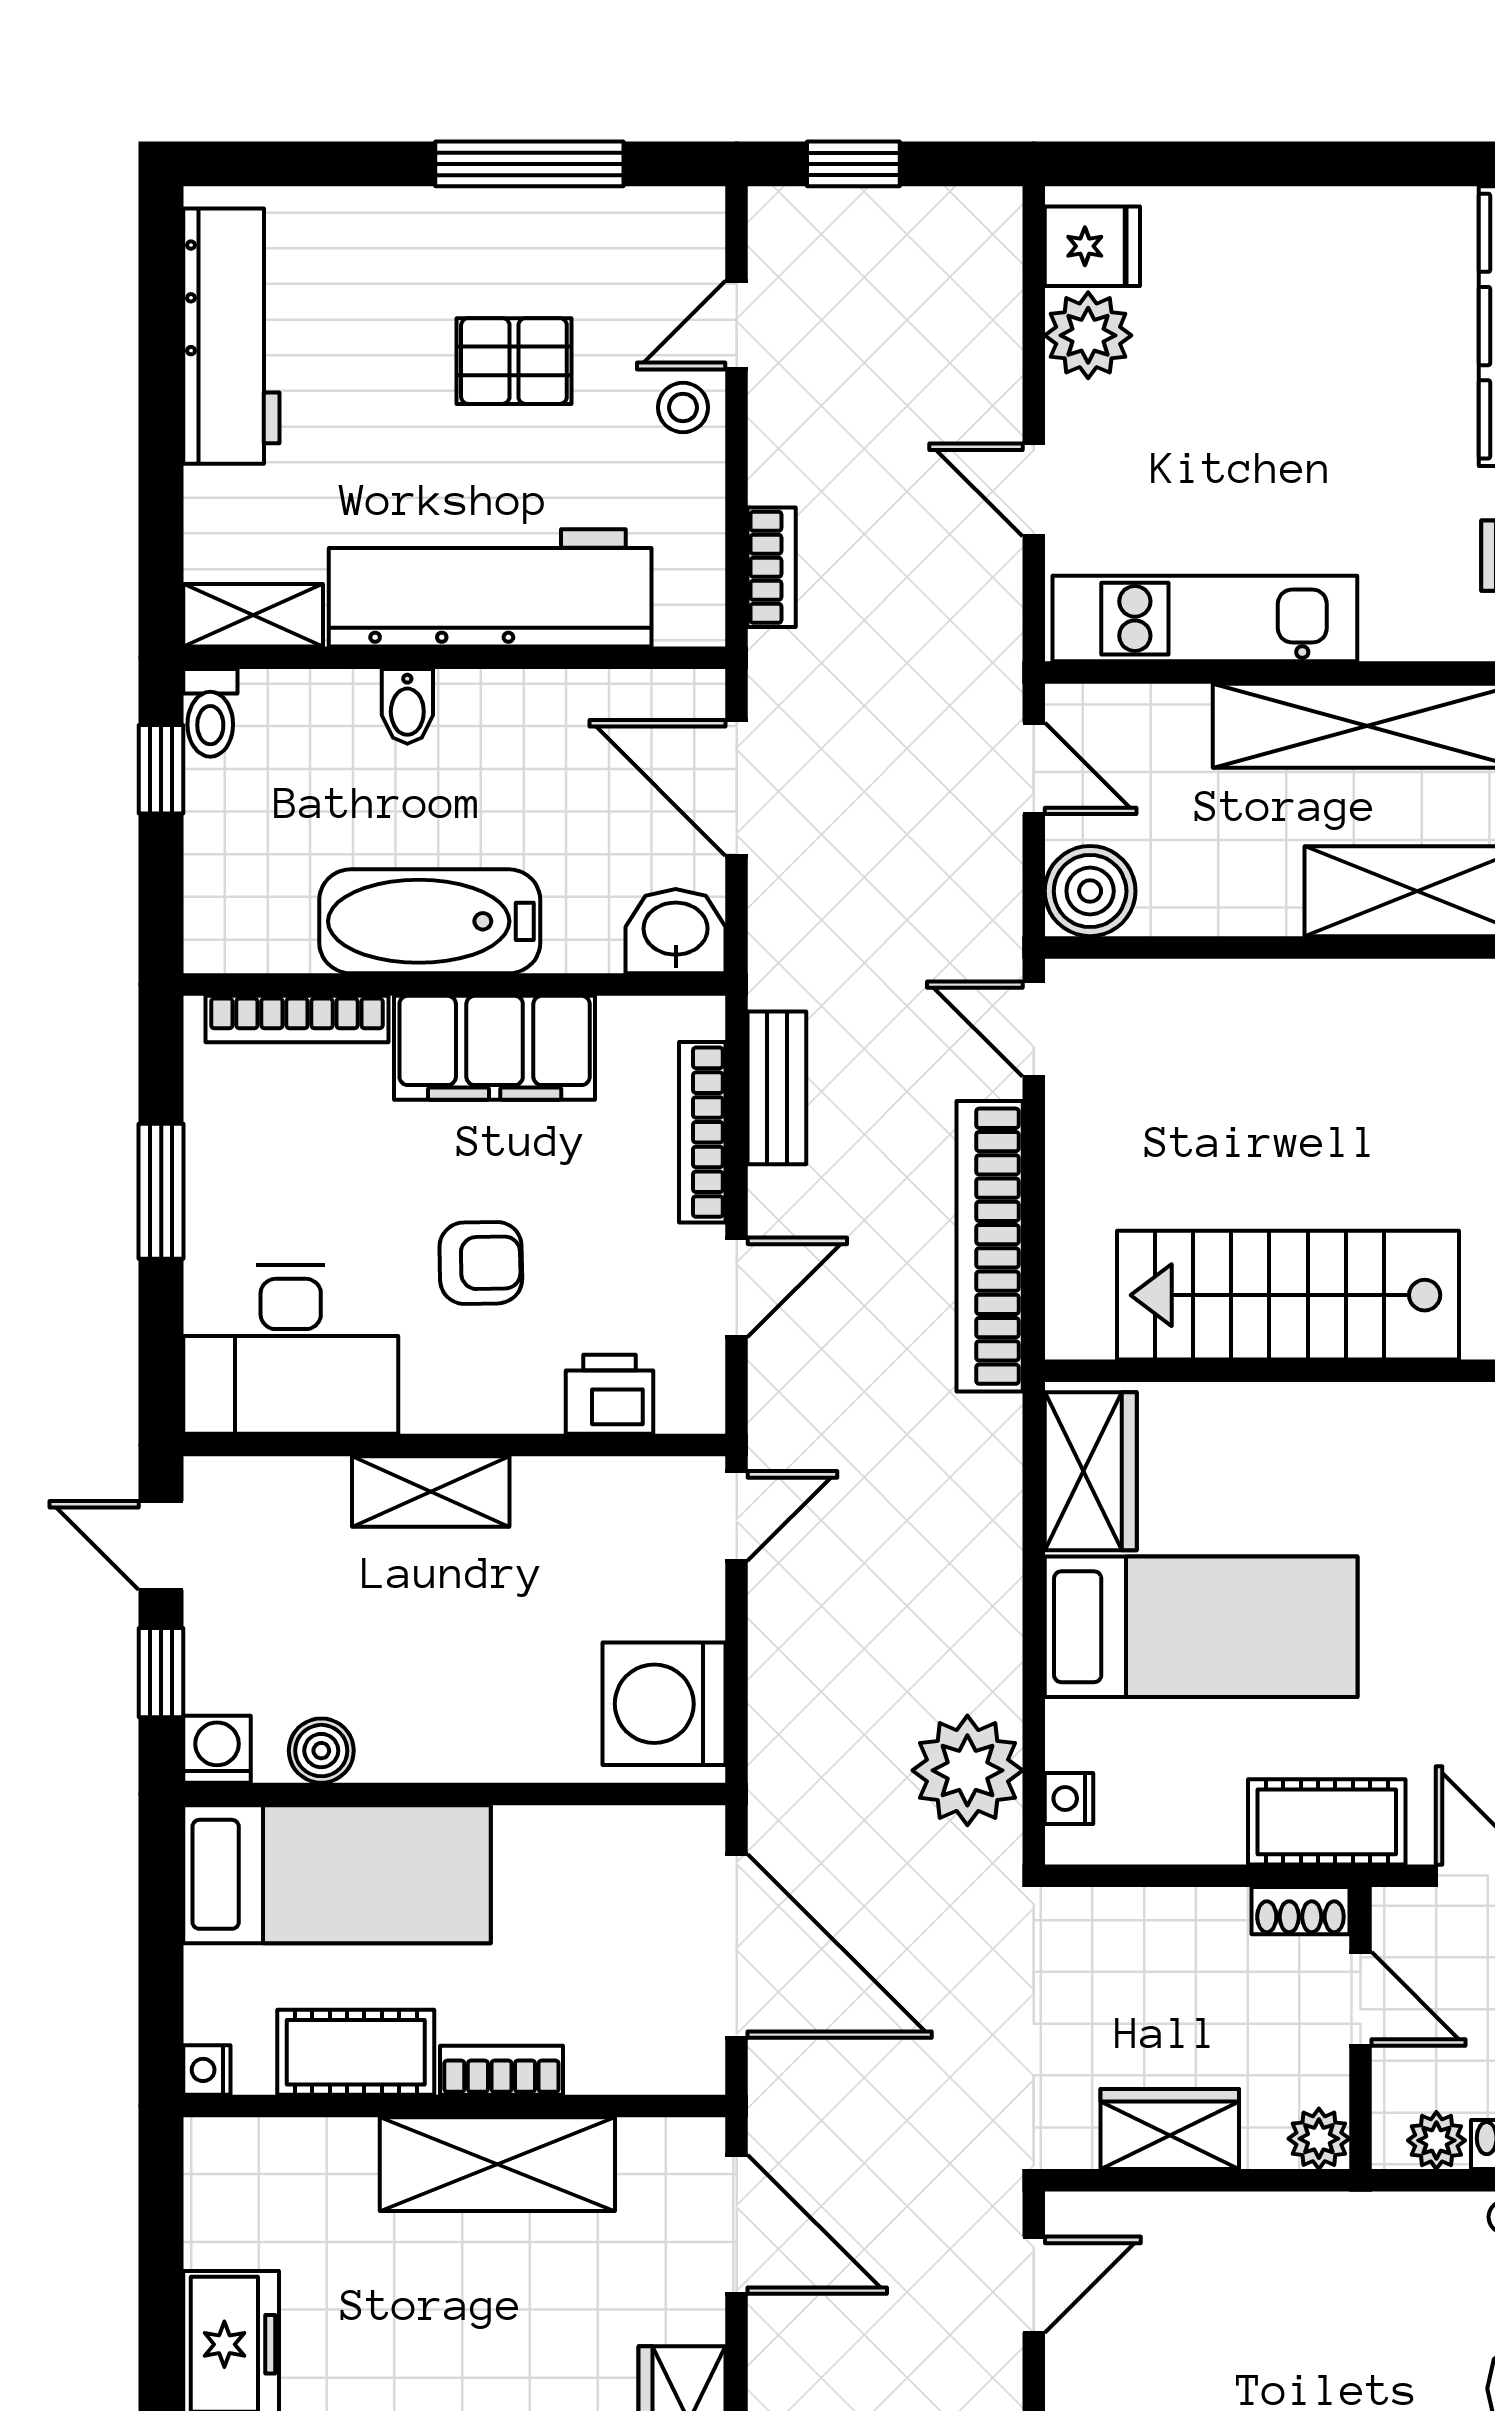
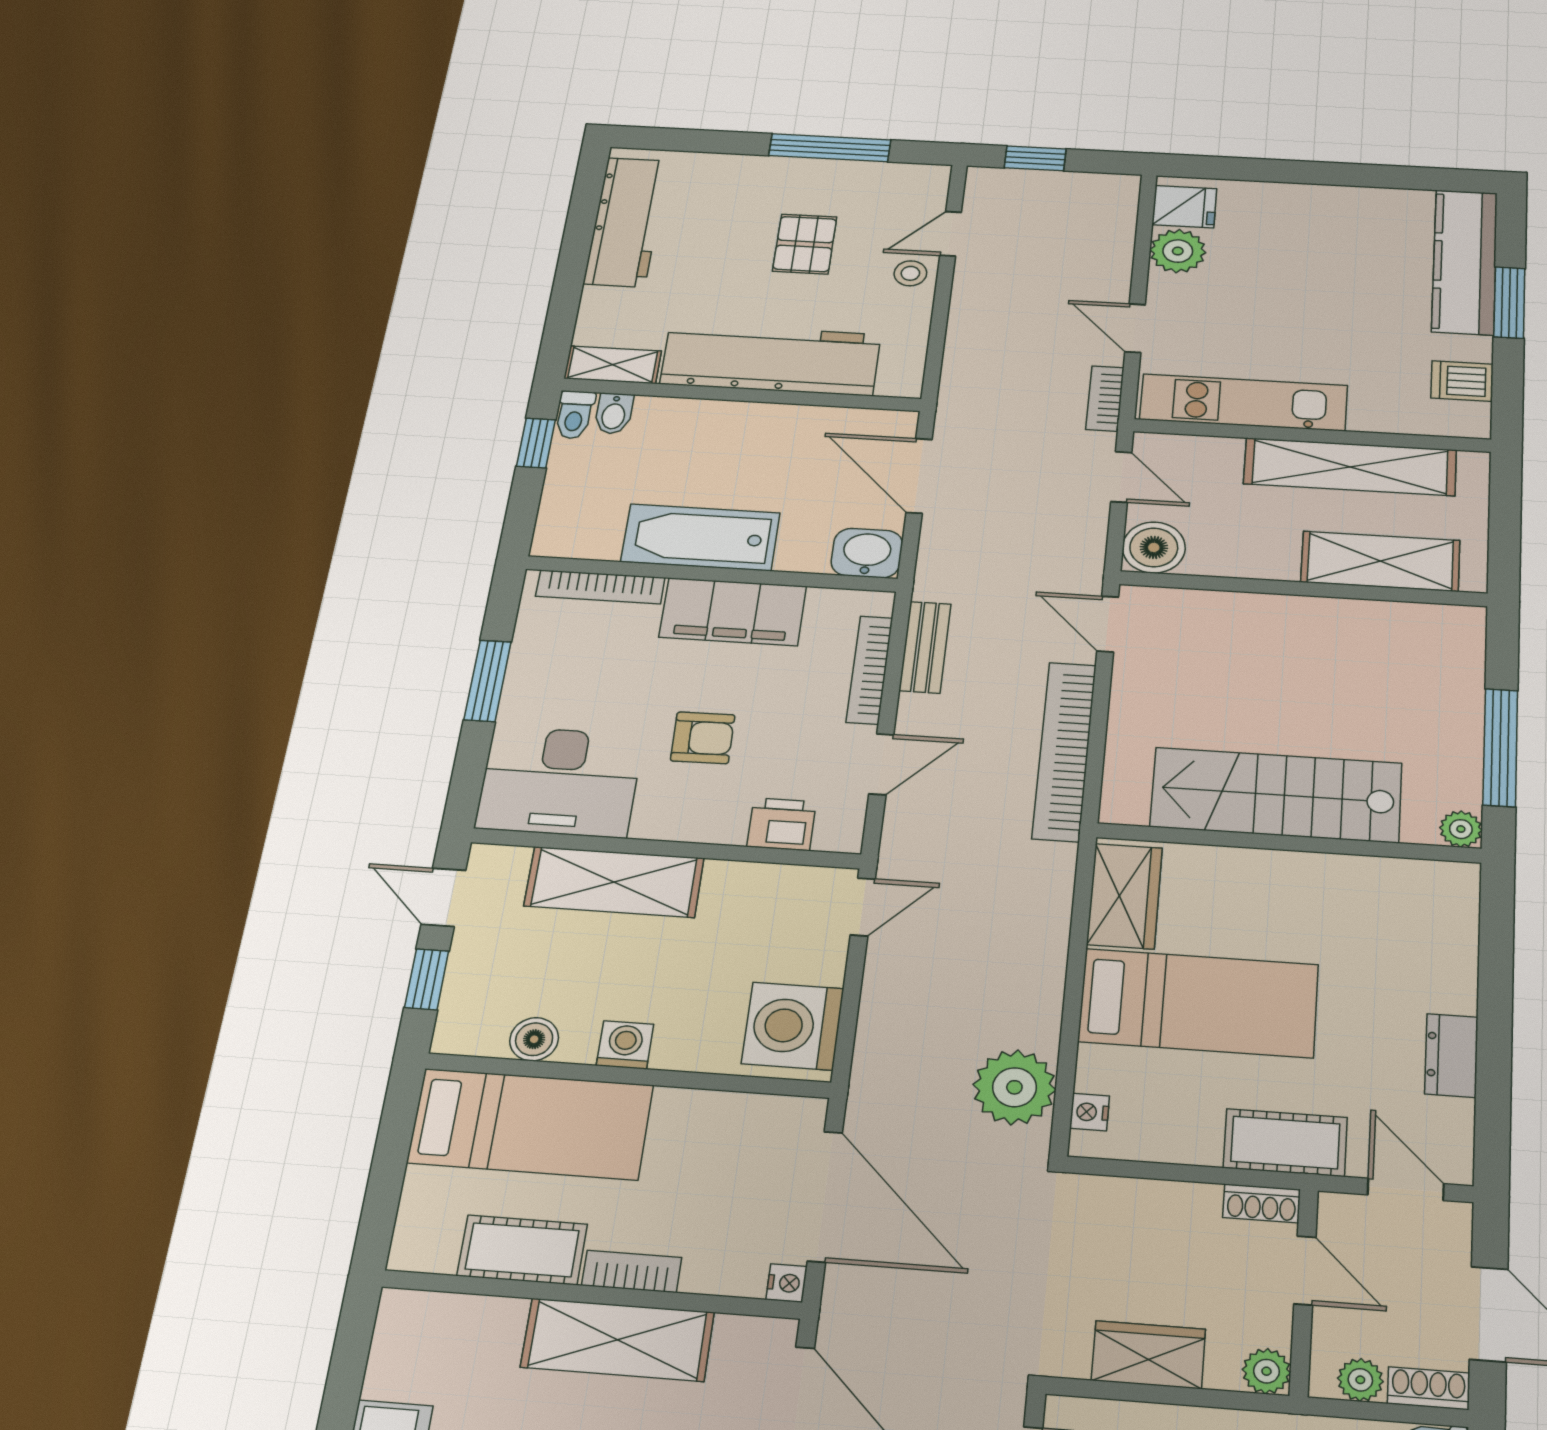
pallet: (514, 361) -> (805, 244), turned 90
bookcase: (772, 567) -> (1105, 398), moved, turned 180
bidet: (407, 706) -> (614, 414), moved
shelving: (431, 1492) -> (614, 882), width x1.50, depth x1.33
washing machine: (217, 1749) -> (625, 1045), moved
nightstand: (207, 2070) -> (786, 1283), moved, turned 180

